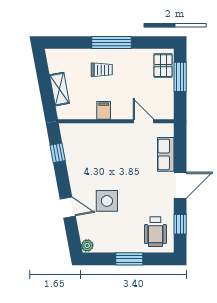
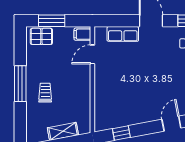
filing cabinet: (104, 110) -> (82, 34), moved
side table: (107, 201) -> (165, 88), removed

